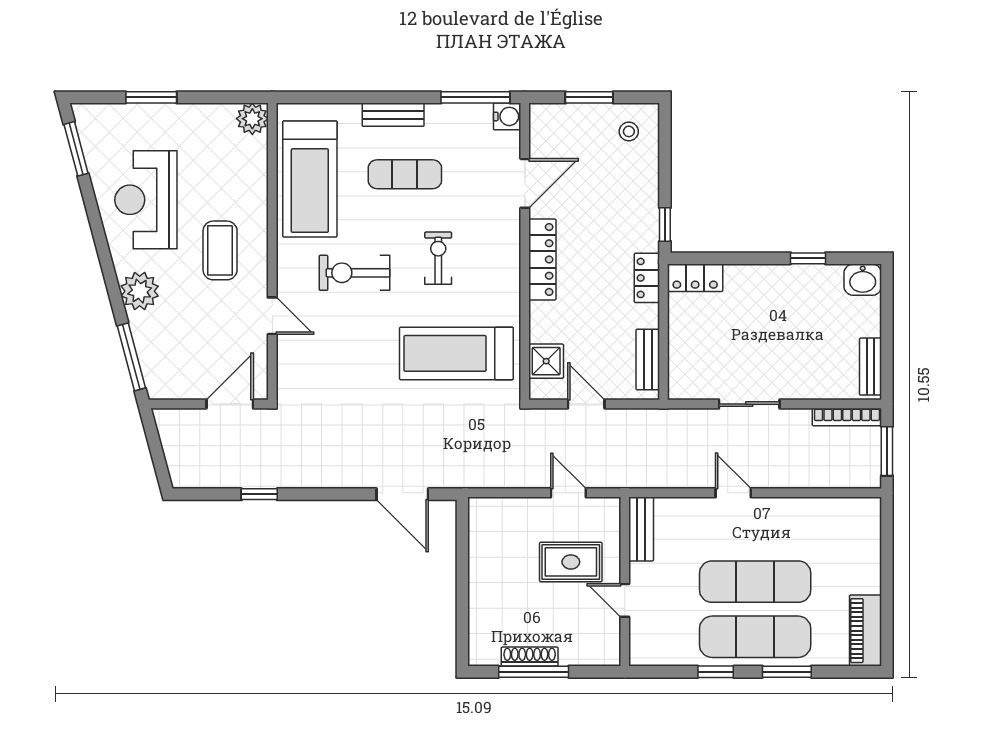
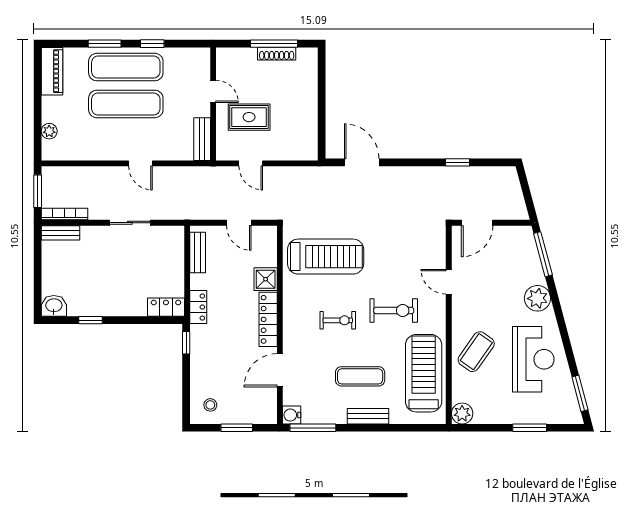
coffee table: (220, 250) -> (476, 352), moved, turned 35
exercise bike: (438, 258) -> (338, 320), turned -90
shower: (546, 361) -> (266, 279), moved
bench: (870, 367) -> (61, 233), moved, turned 90
plant: (870, 541) -> (49, 131), added

